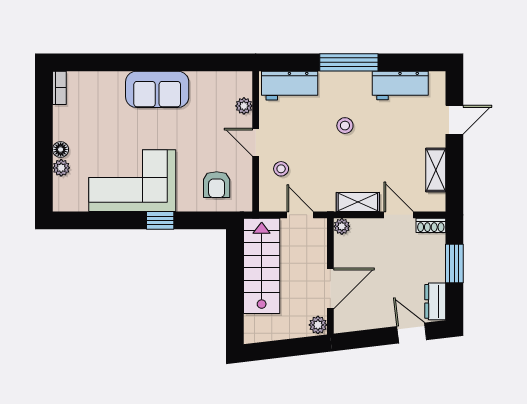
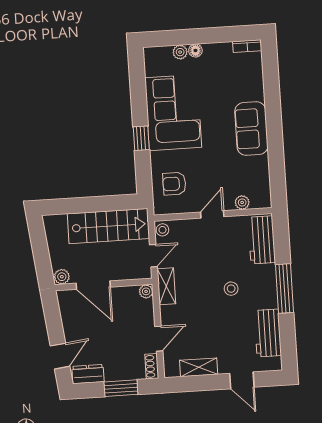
stool: (281, 169) -> (162, 230), moved
shelving: (358, 202) -> (166, 286), moved

